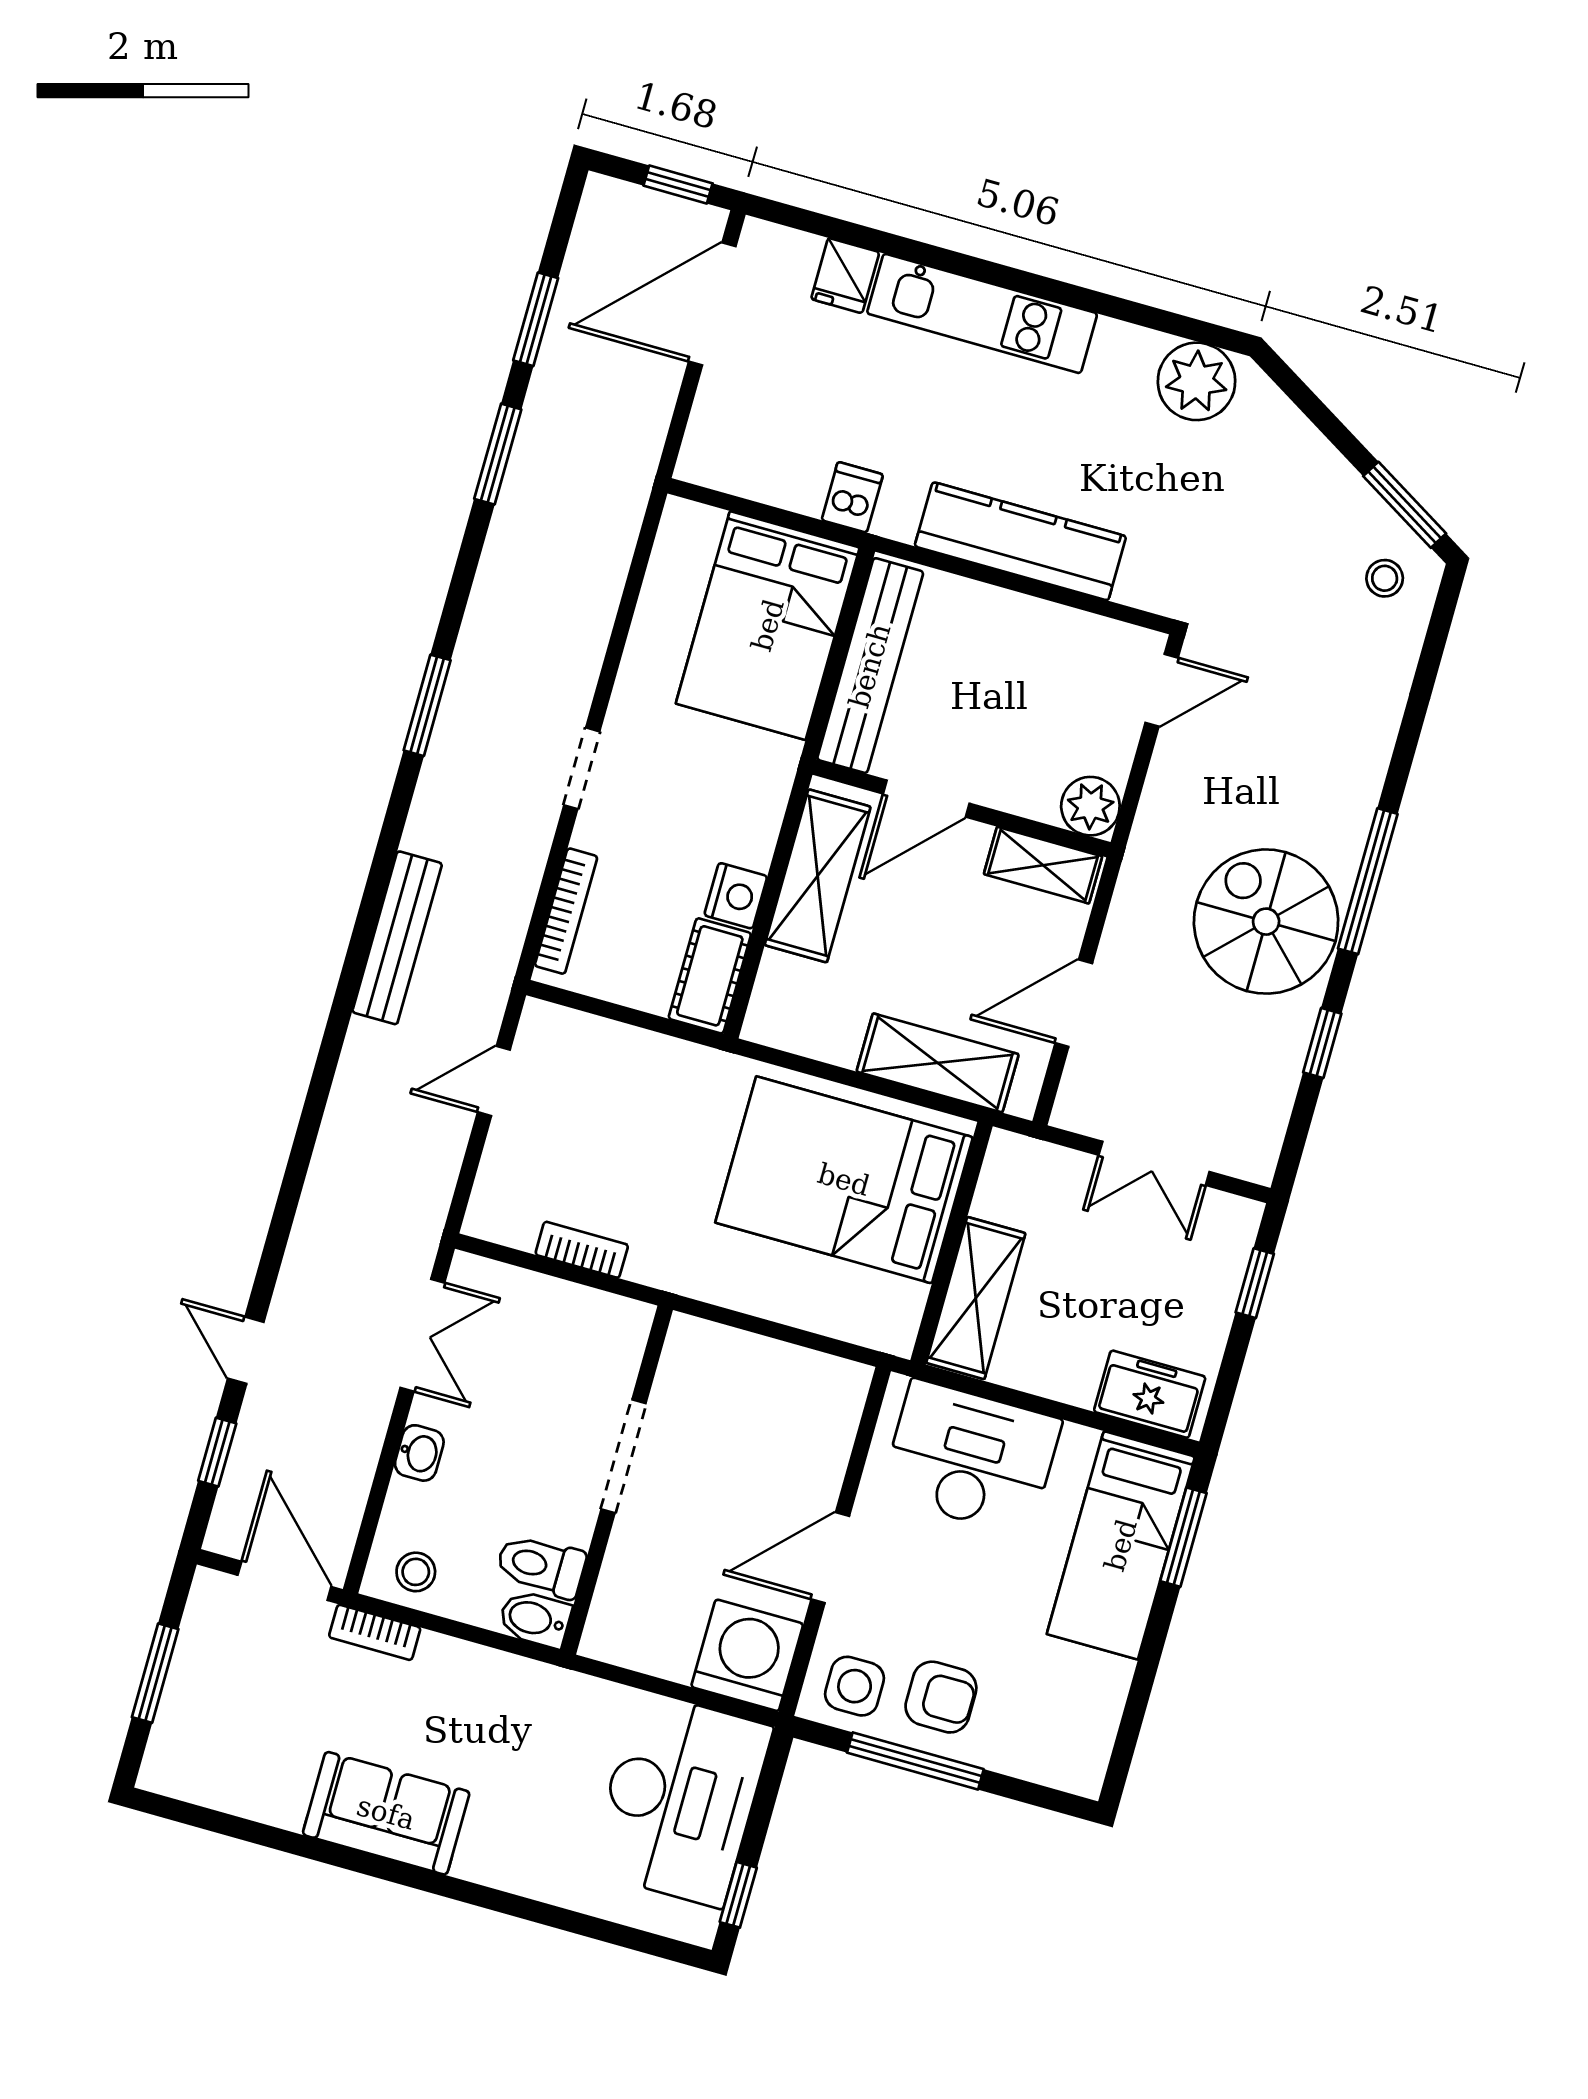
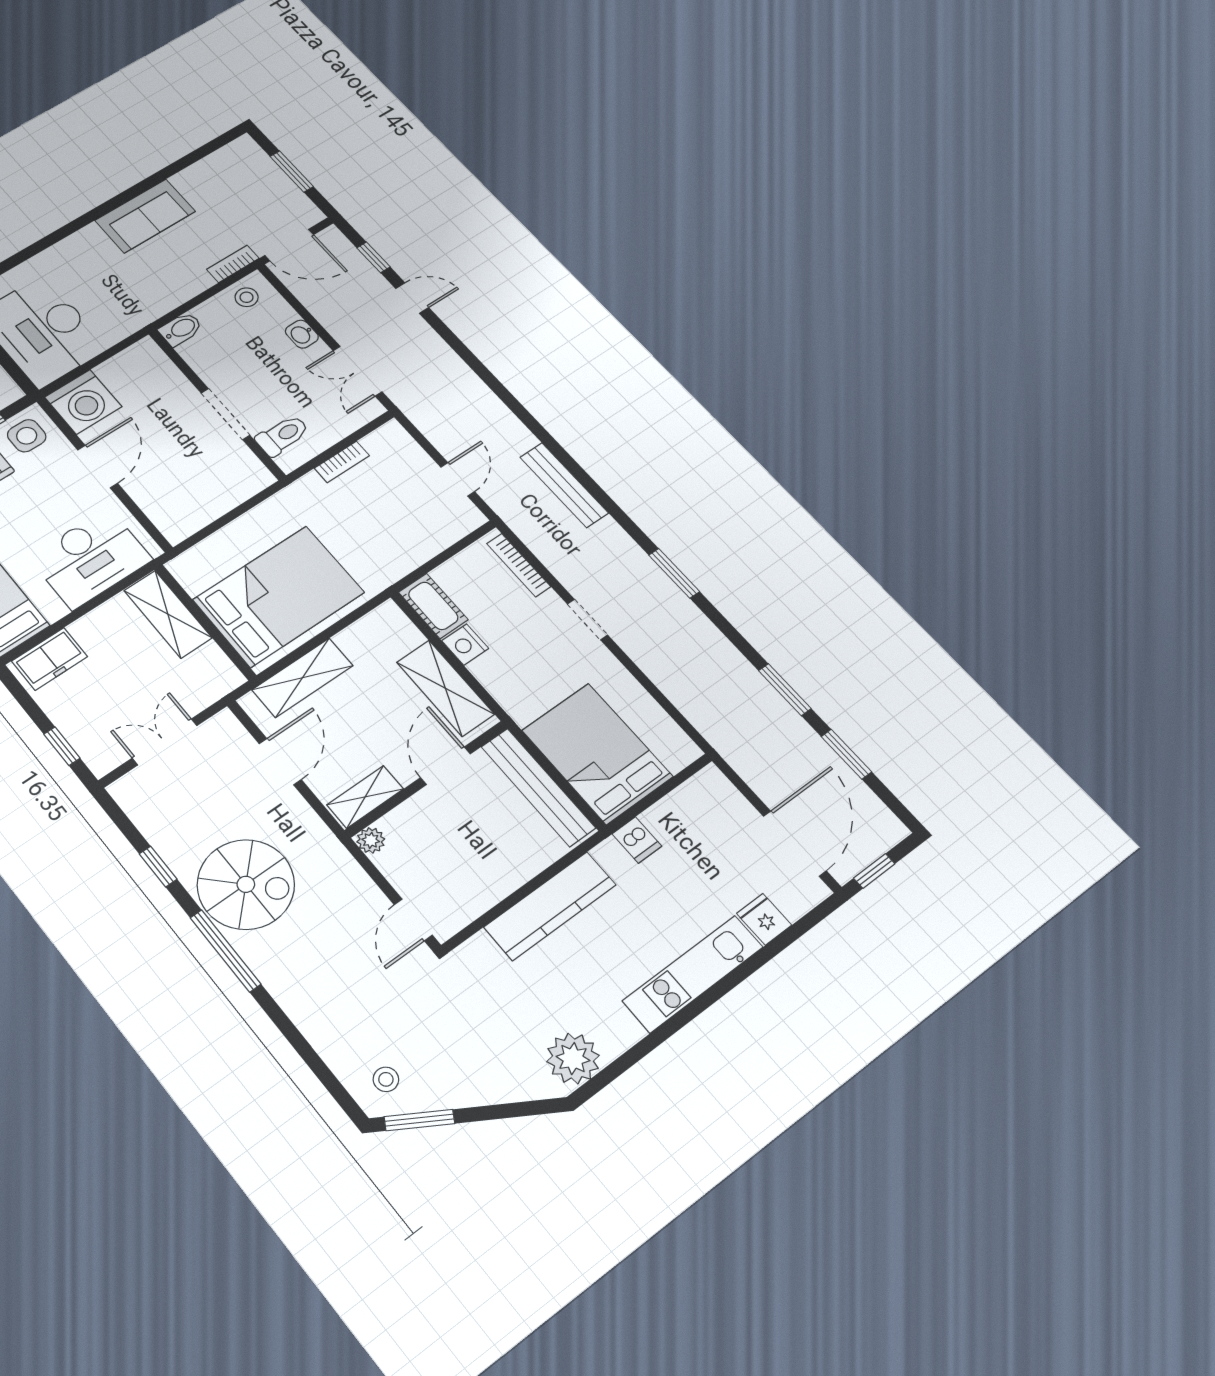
plant: (1090, 806) -> (371, 840), width x0.73, depth x0.73
toilet: (541, 1566) -> (283, 435), moved

